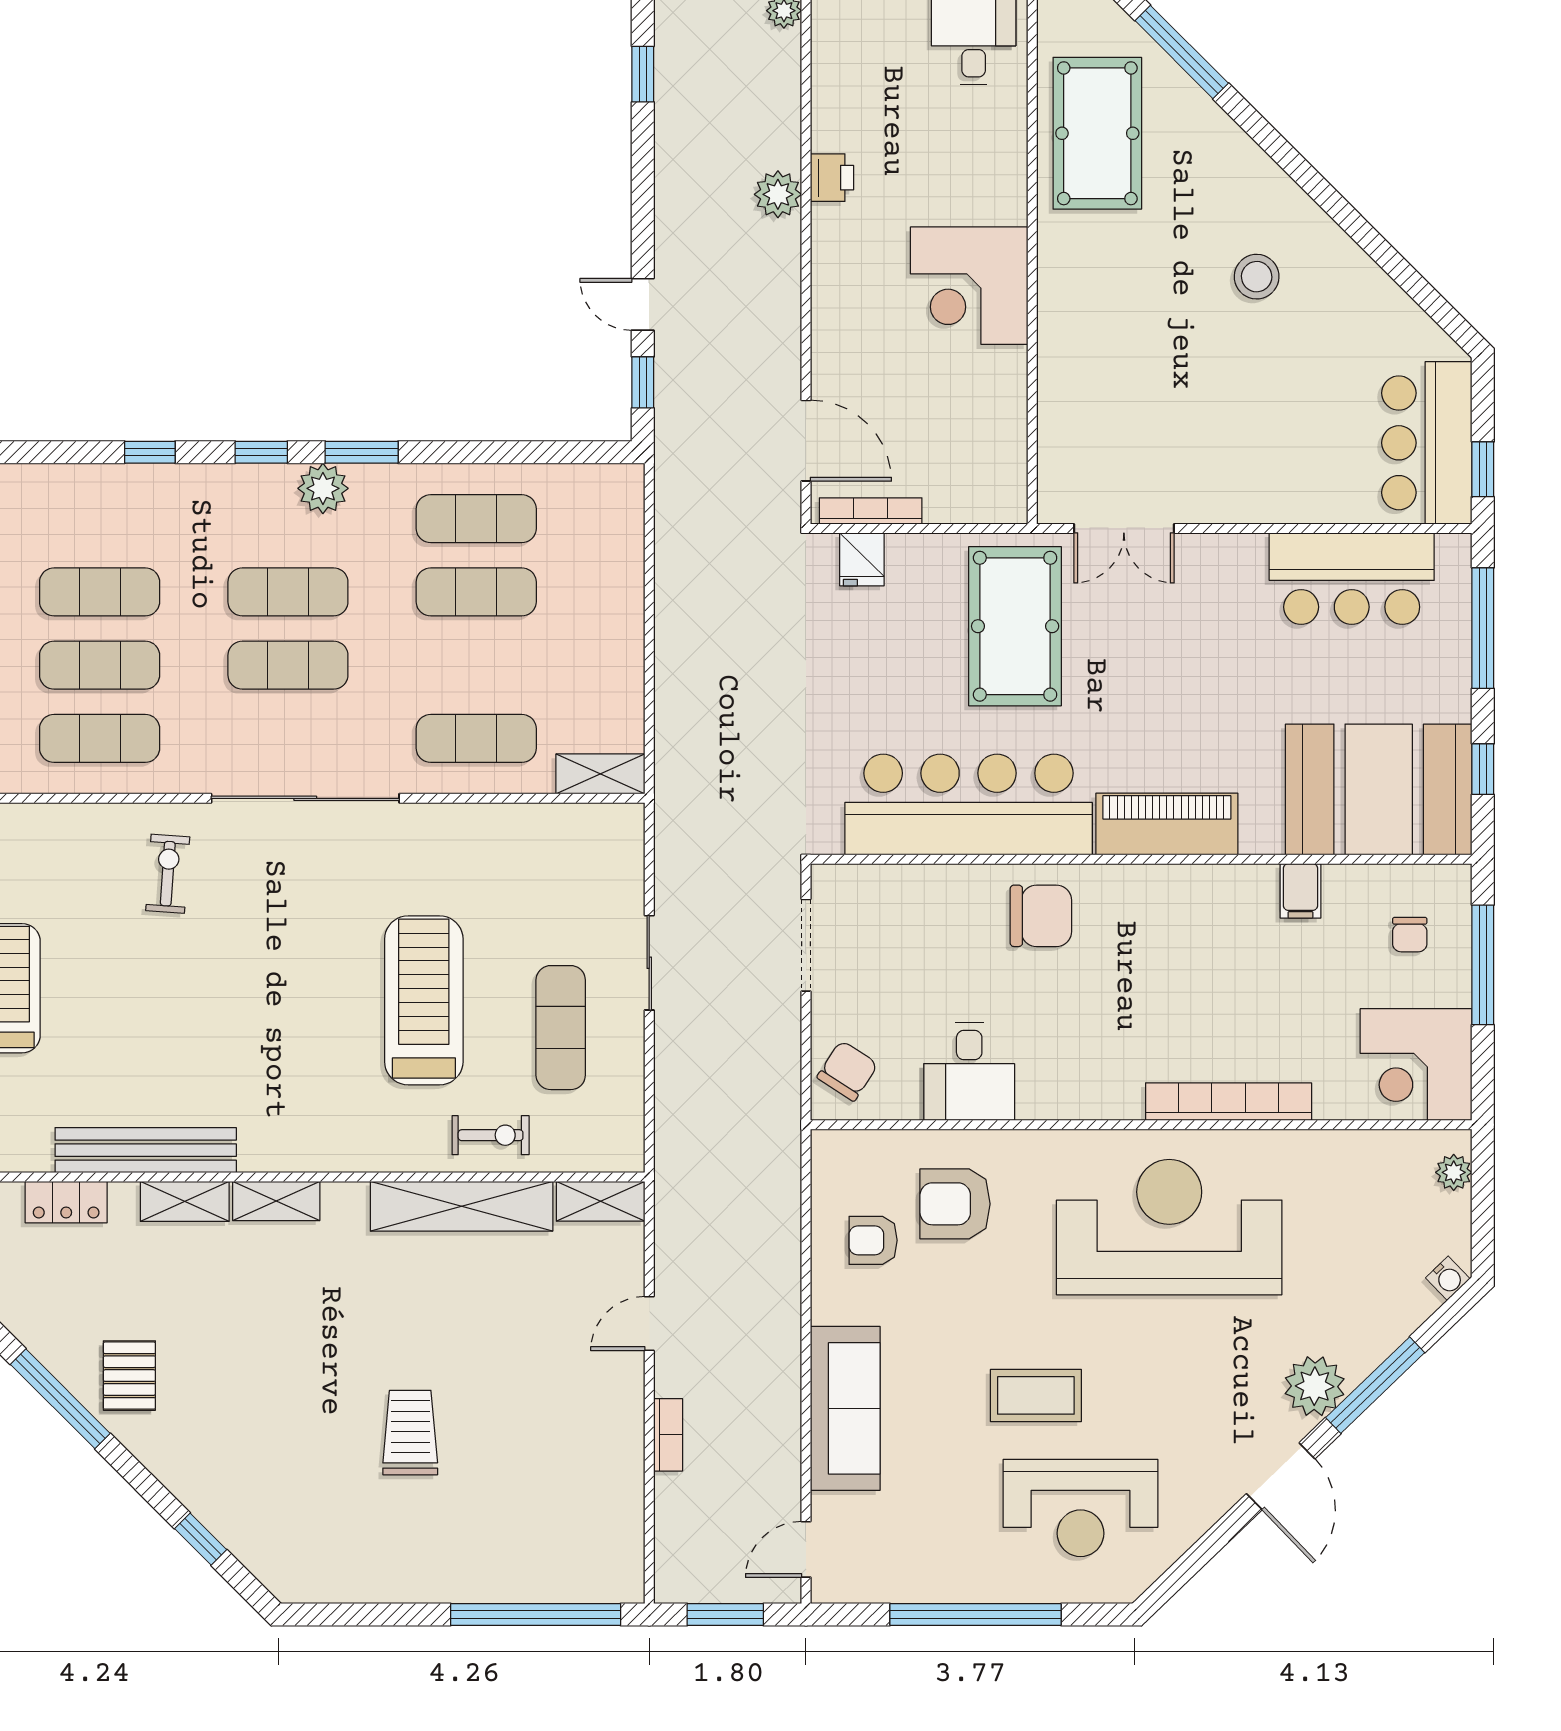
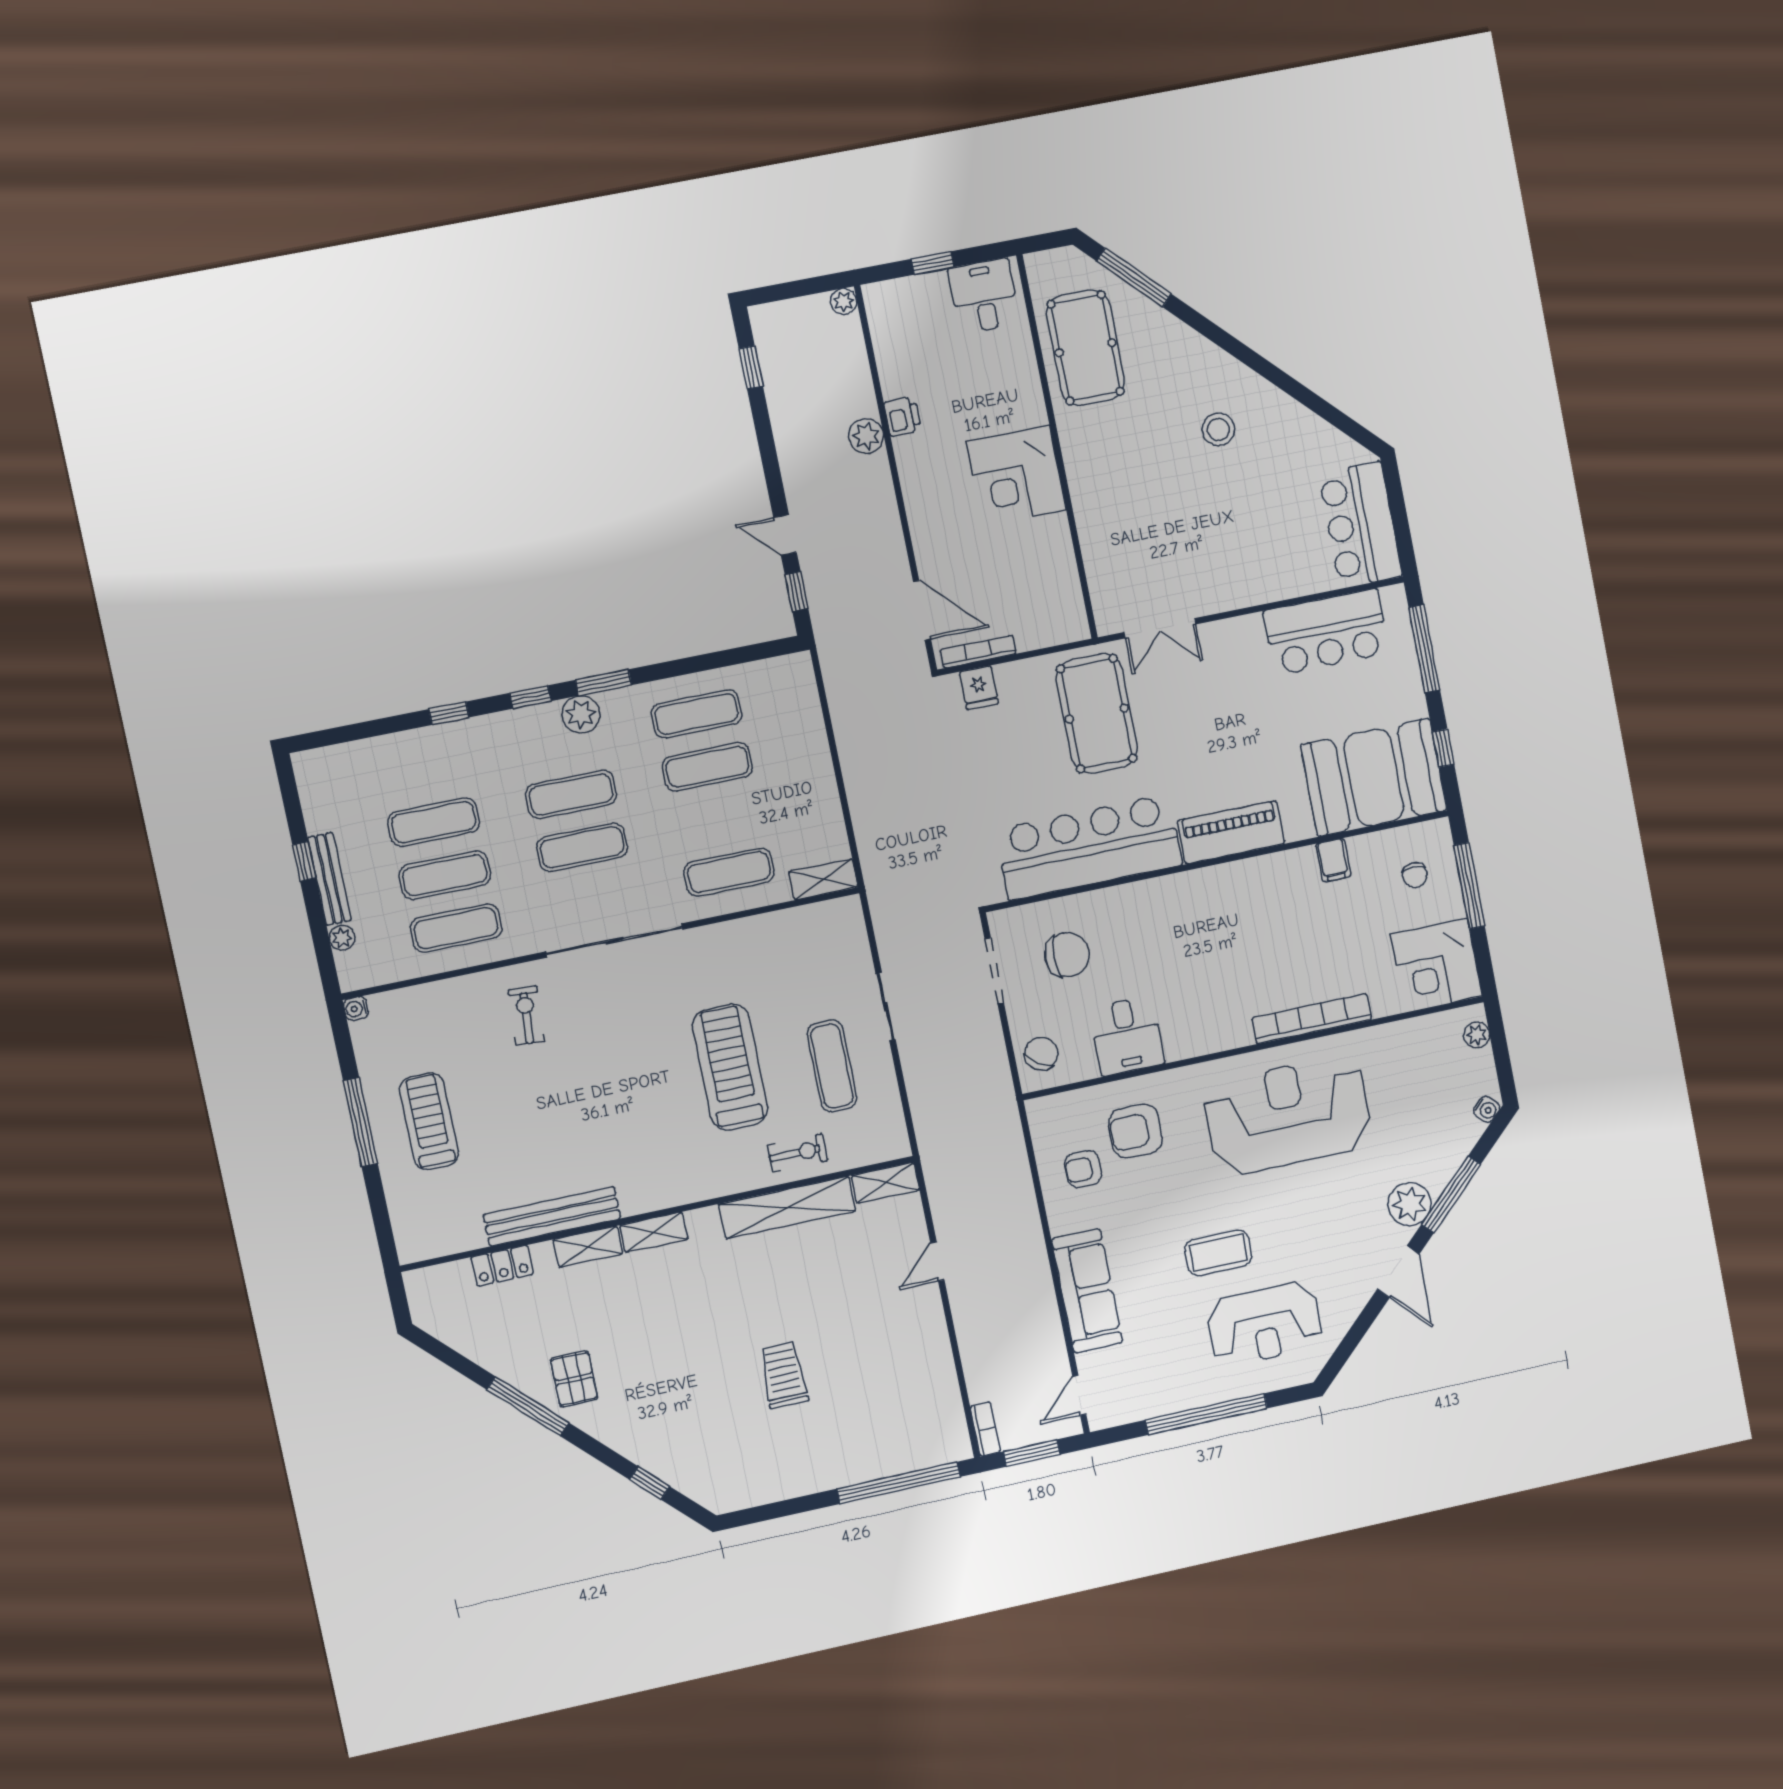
window: (1483, 469) -> (1403, 536), removed
chair: (1041, 916) -> (1067, 955), moved
bookcase: (668, 1435) -> (985, 1429), moved

